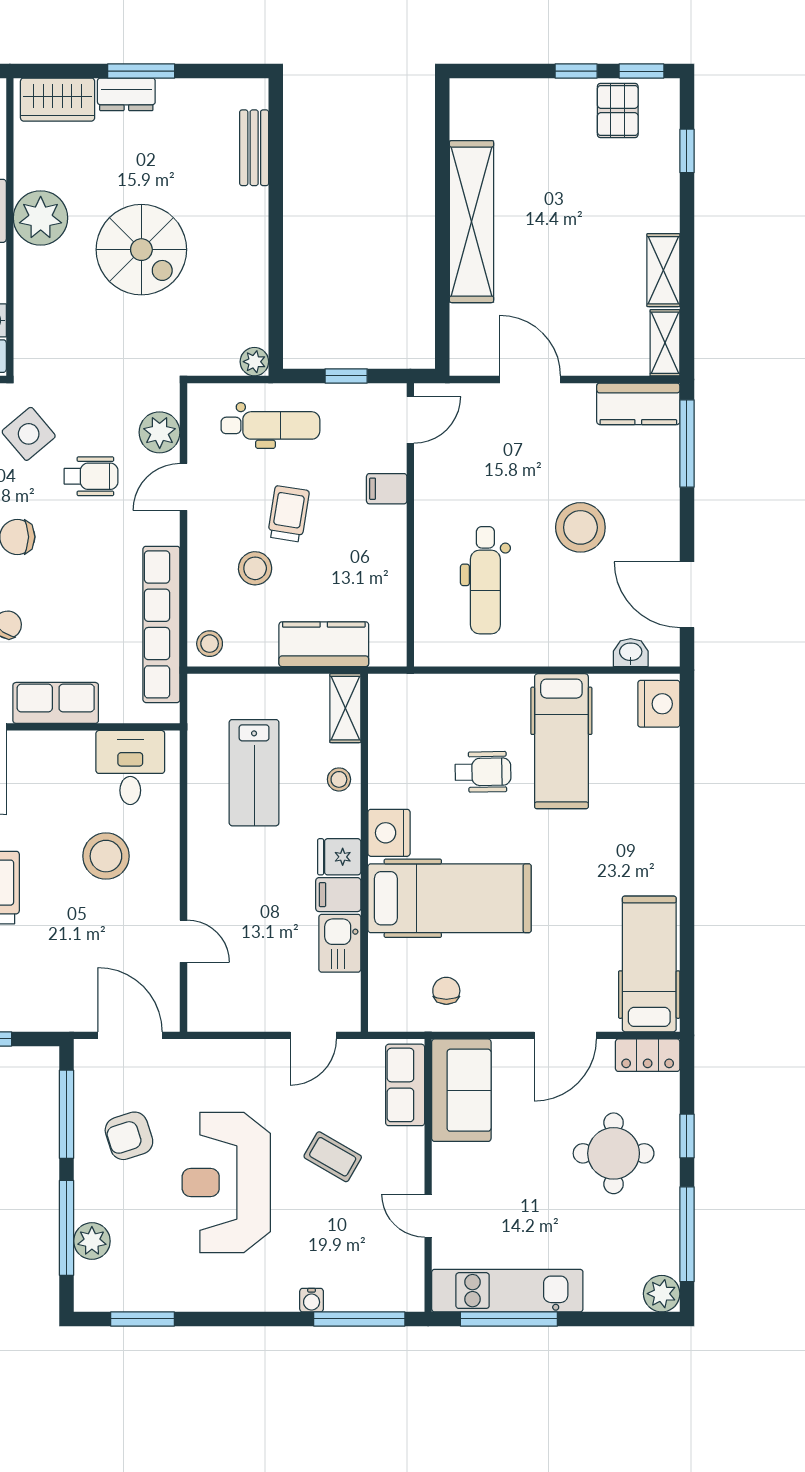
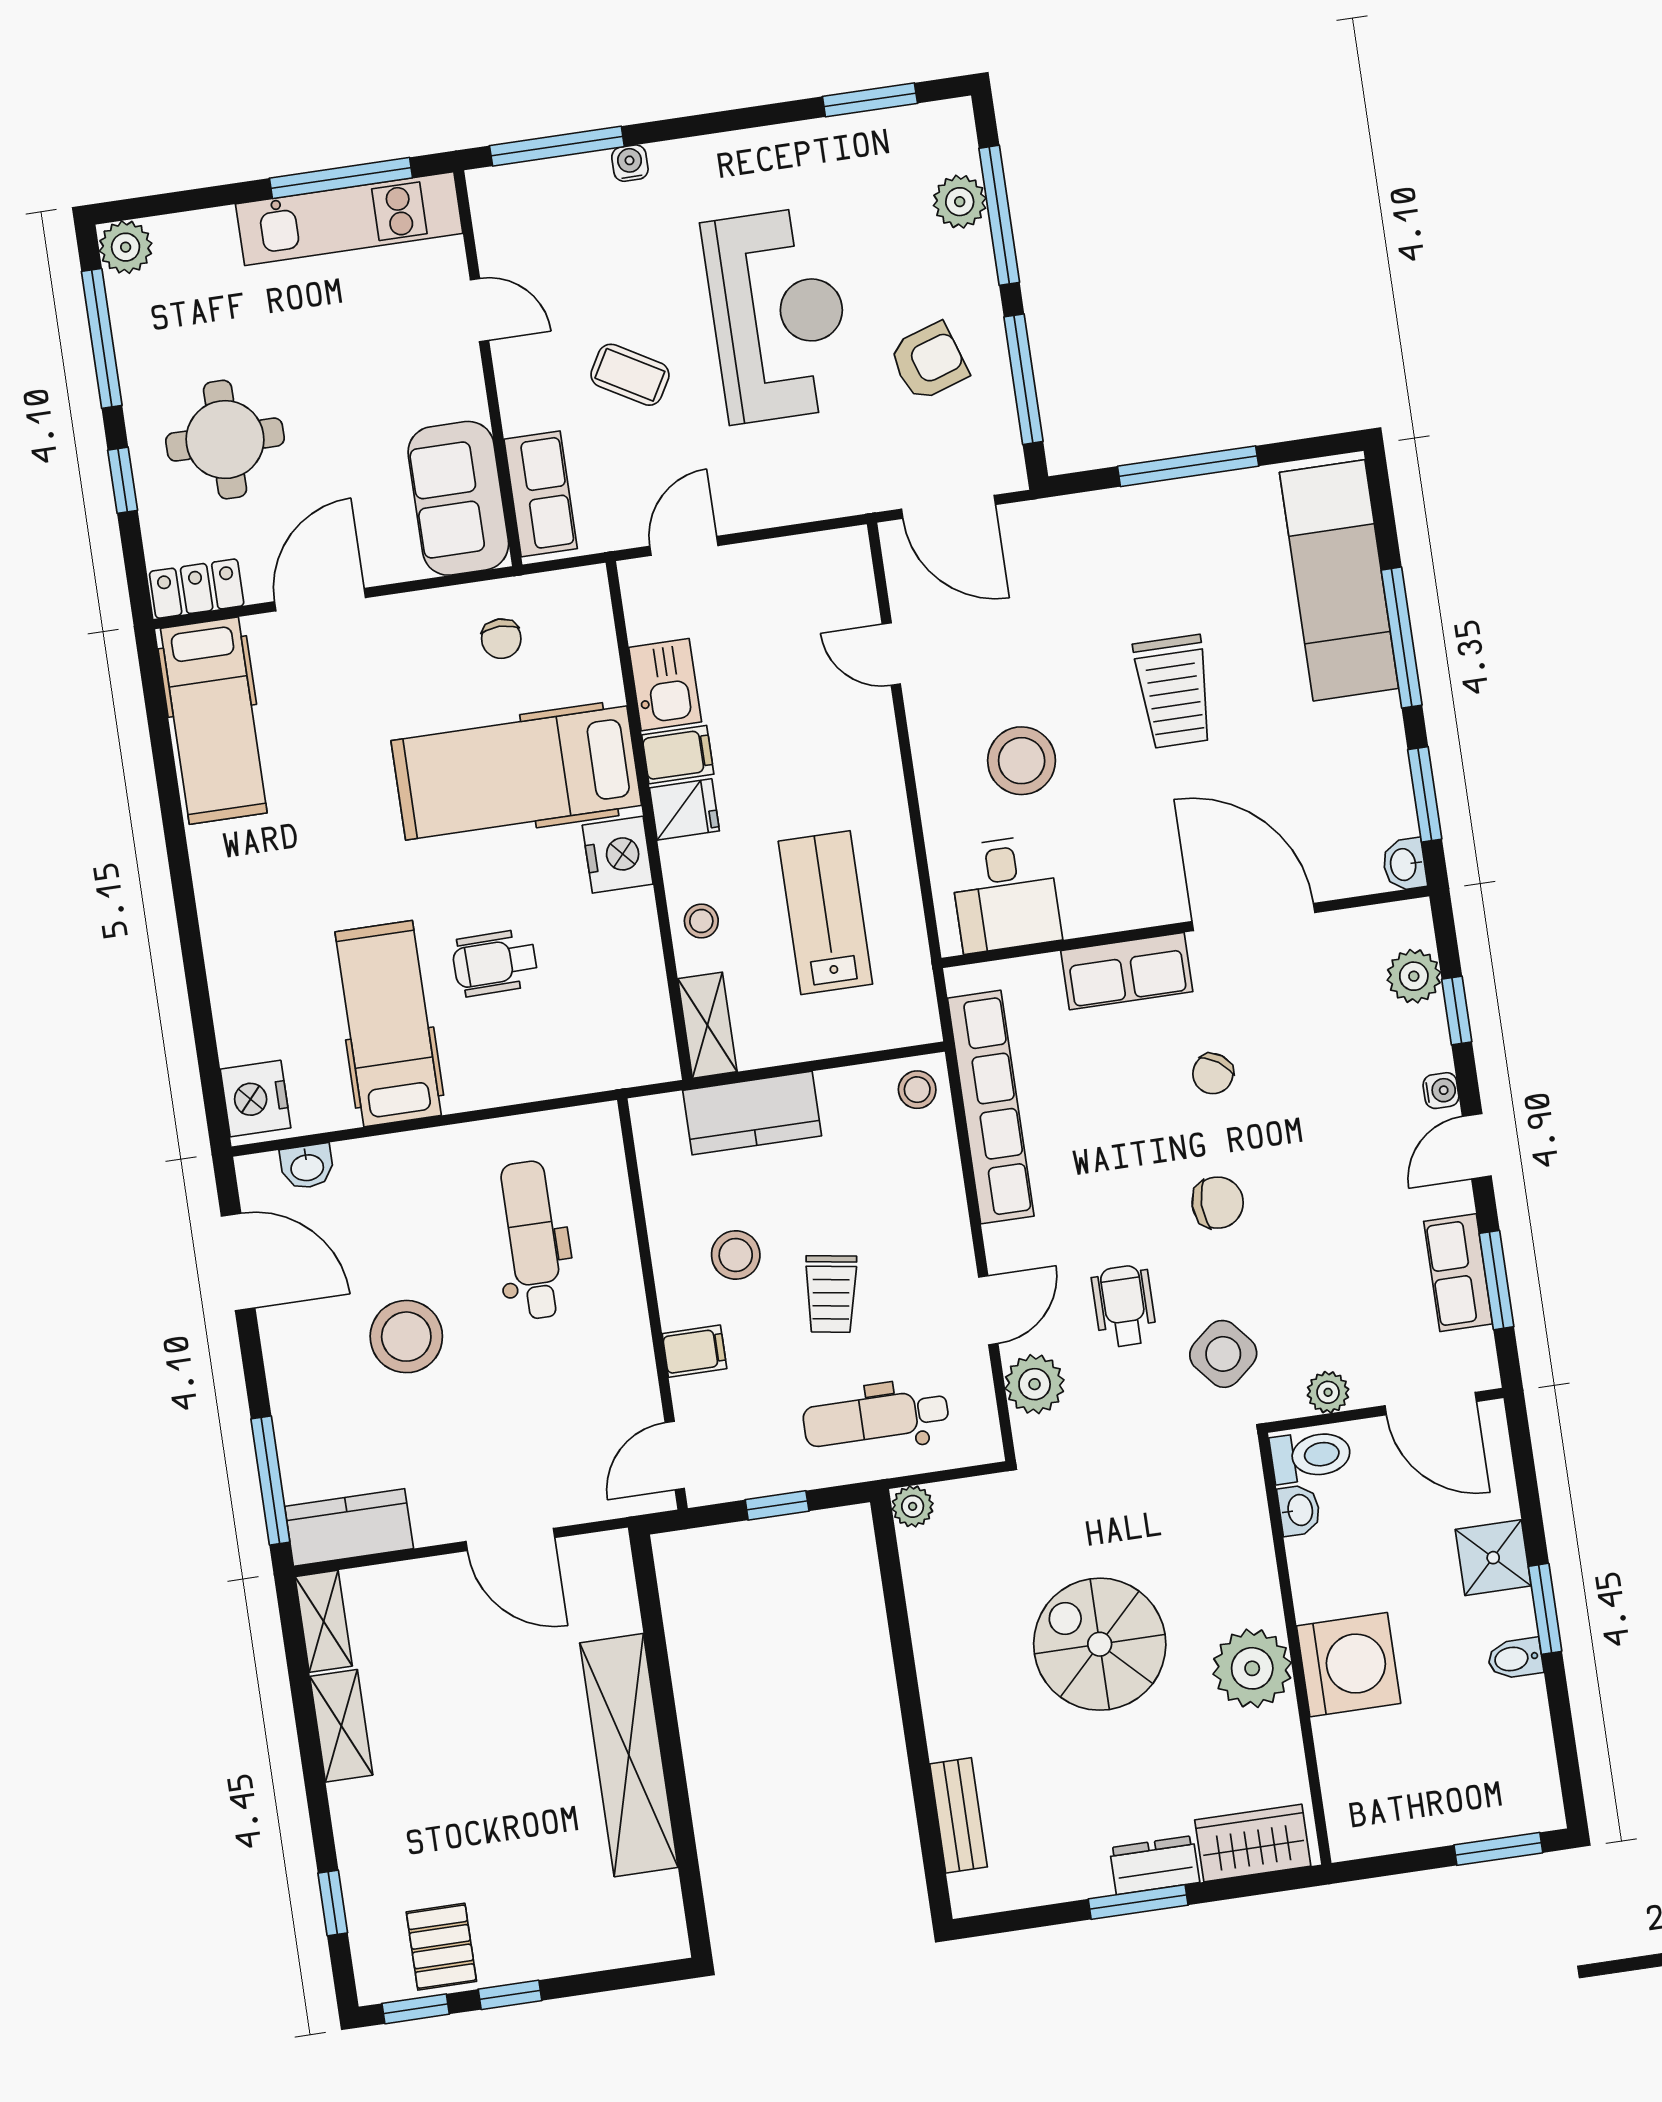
wheelchair: (91, 476) -> (1124, 1306), turned 90
stool: (255, 568) -> (736, 1255), moved

